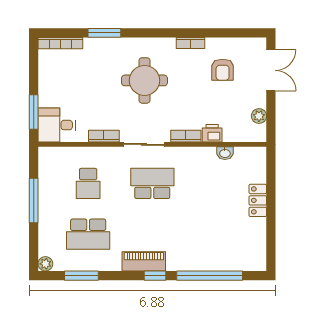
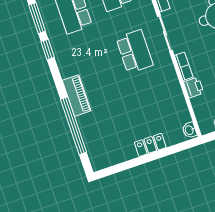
washbasin: (225, 153) -> (190, 130), moved
piano: (144, 261) -> (77, 96), moved
window: (155, 276) -> (48, 49), moved

